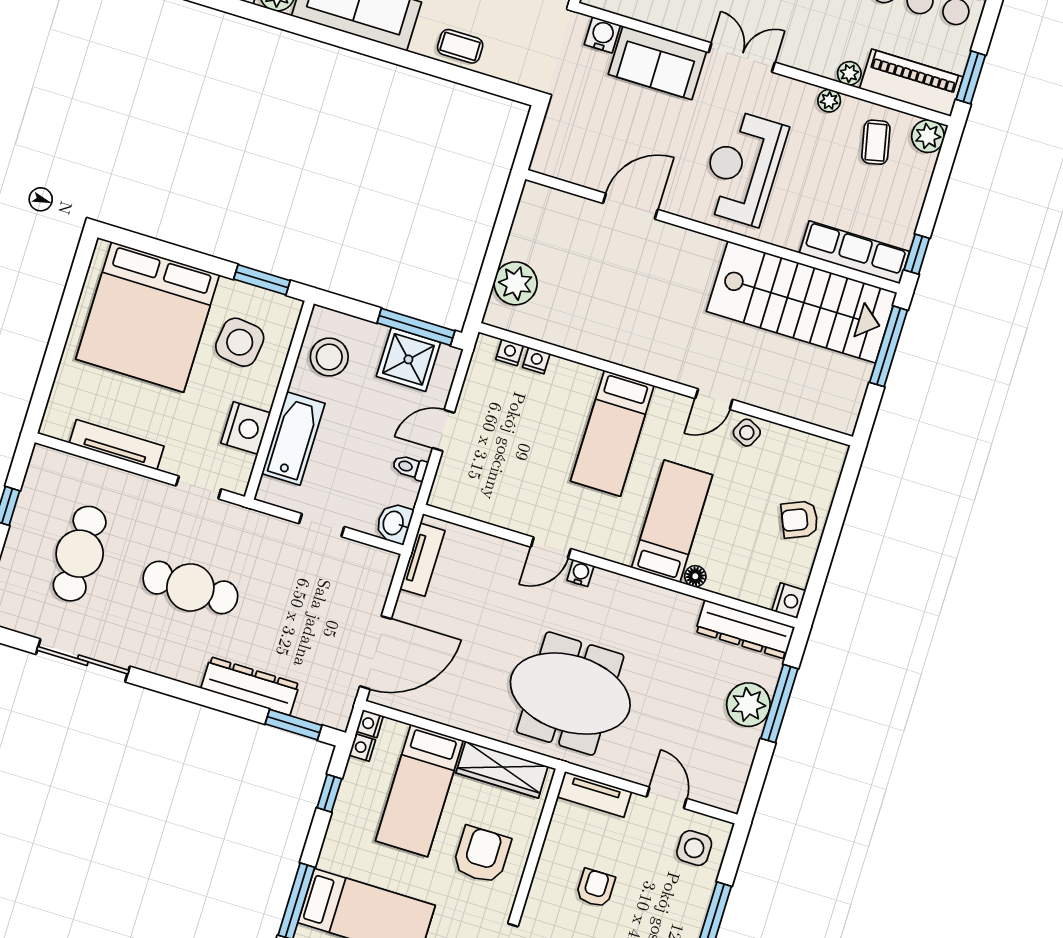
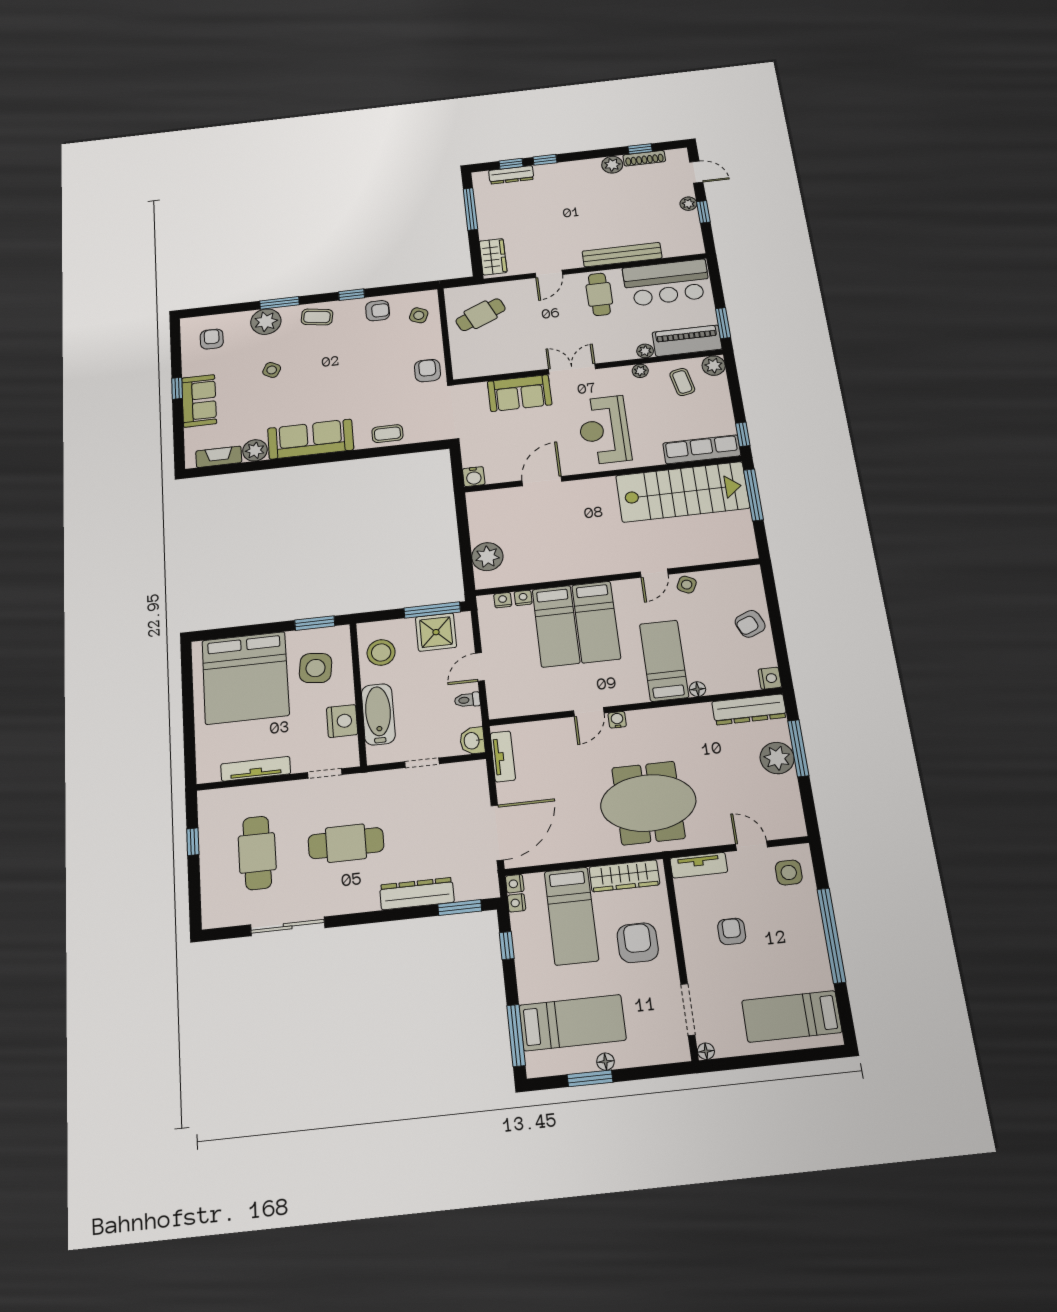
water cooler: (602, 35) -> (474, 477), moved, turned 180
bed: (560, 417) -> (556, 626), added

